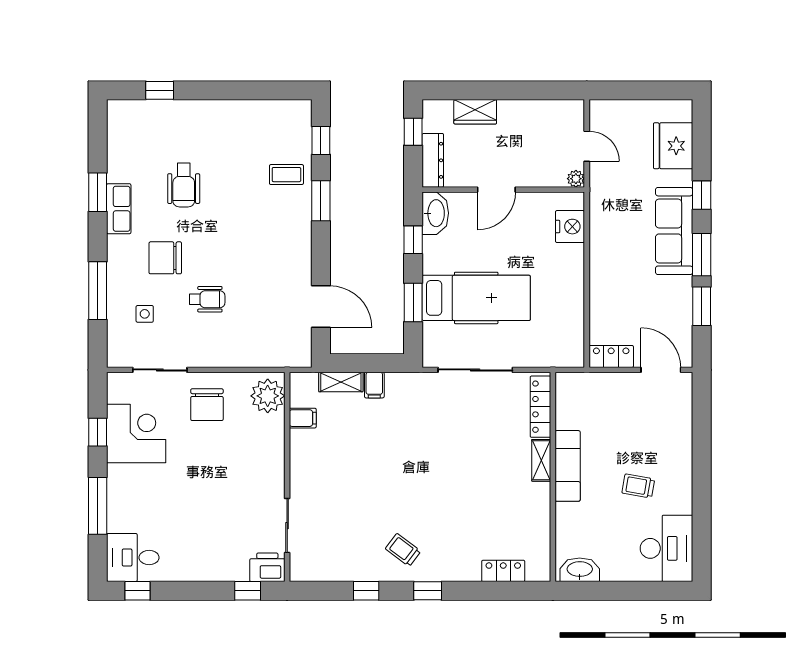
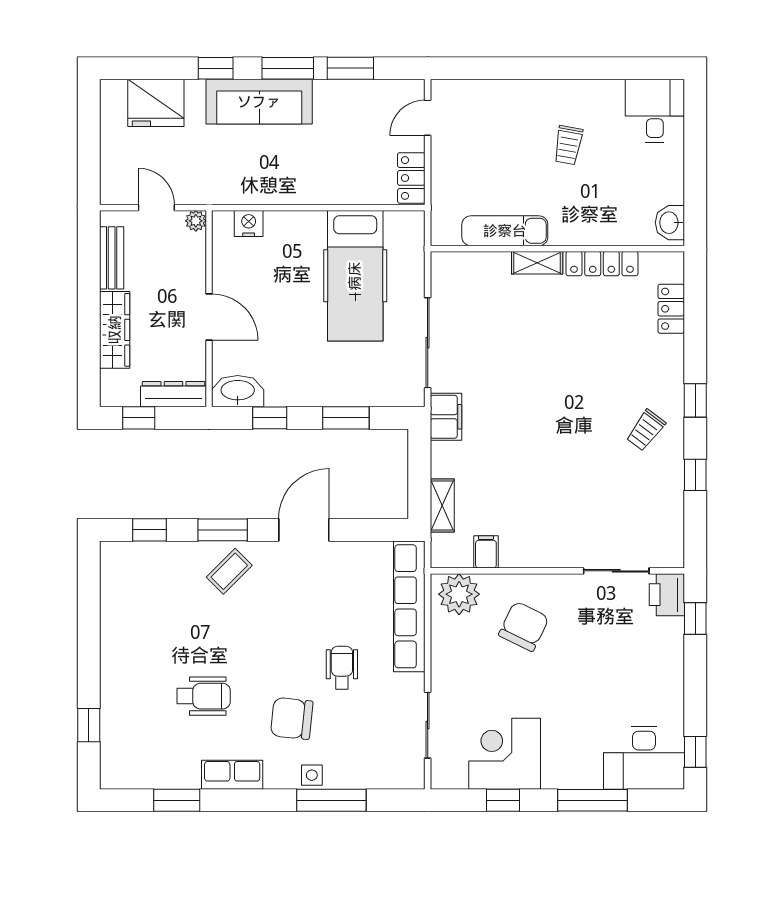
bench: (545, 109) -> (112, 258), added
wardrobe: (475, 112) -> (115, 330), width x1.50
door: (587, 146) -> (156, 208), hinge flipped
coffee table: (286, 175) -> (229, 571), moved, turned 45
window: (98, 192) -> (177, 800), moved
nightstand: (570, 227) -> (249, 223), width x0.74, depth x0.75
chair: (165, 258) -> (292, 718), turned 96
hospital bed: (476, 298) -> (355, 276), moved, turned 180
door: (321, 307) -> (304, 530), moved
side table: (145, 314) -> (312, 775), moved
row of seats: (258, 355) -> (409, 606), added
door: (661, 370) -> (428, 118), width x0.73
filing cabinet: (374, 385) -> (446, 417), moved, width x2.00
chair: (207, 405) -> (524, 626), moved, turned -64
locker: (541, 407) -> (602, 264), moved
exam couch: (568, 466) -> (505, 231), moved
desk: (666, 548) -> (655, 111), width x0.73
desk: (133, 558) -> (644, 758), width x1.37
washbasin: (580, 570) -> (670, 223), width x0.72

